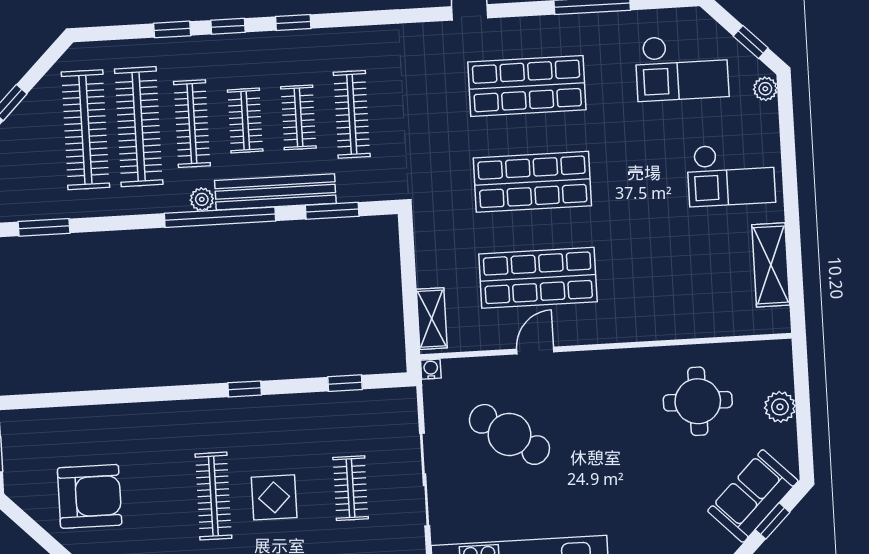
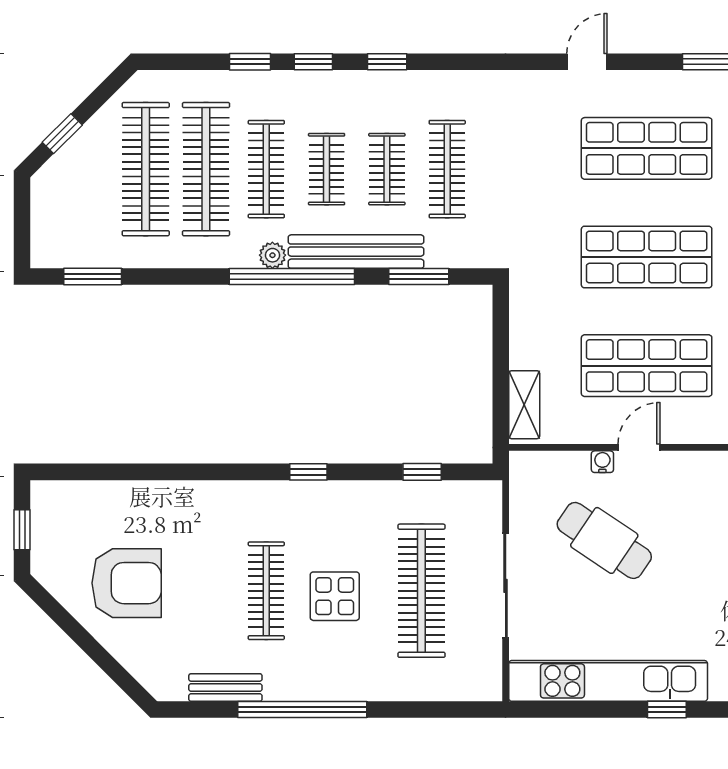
water cooler: (431, 369) -> (602, 462), moved
clothes rail: (351, 488) -> (421, 591), width x1.86, depth x1.31

